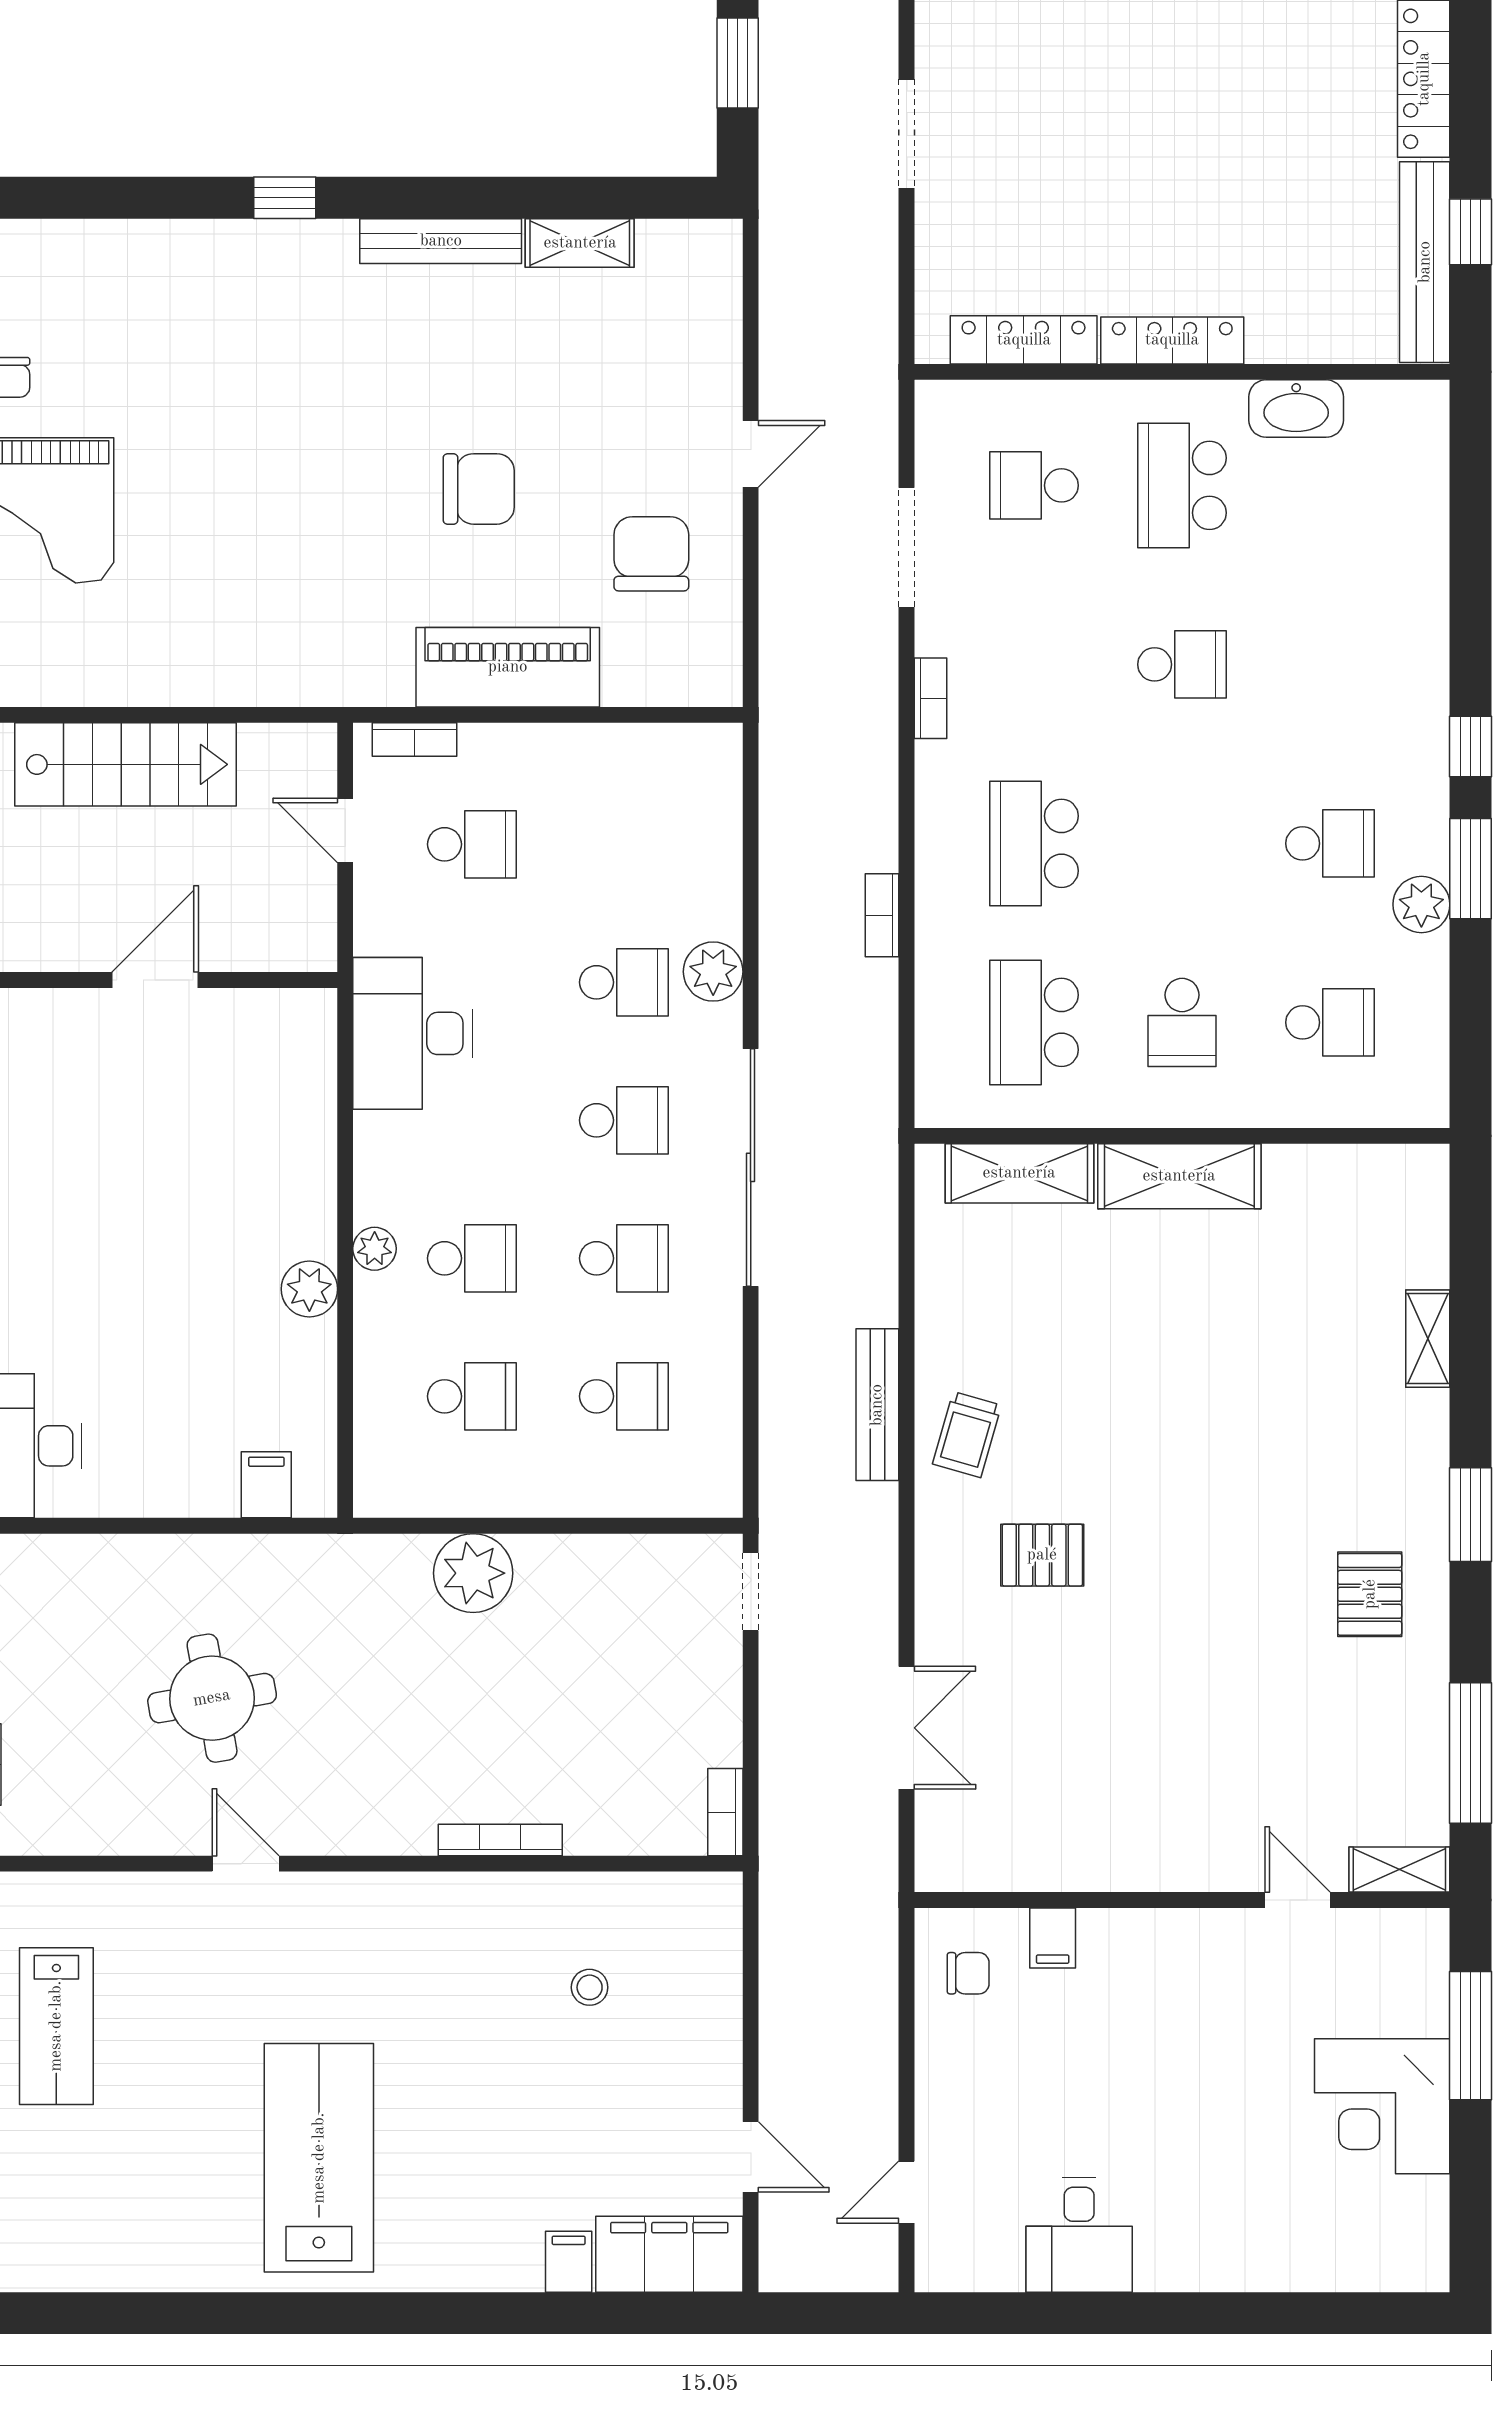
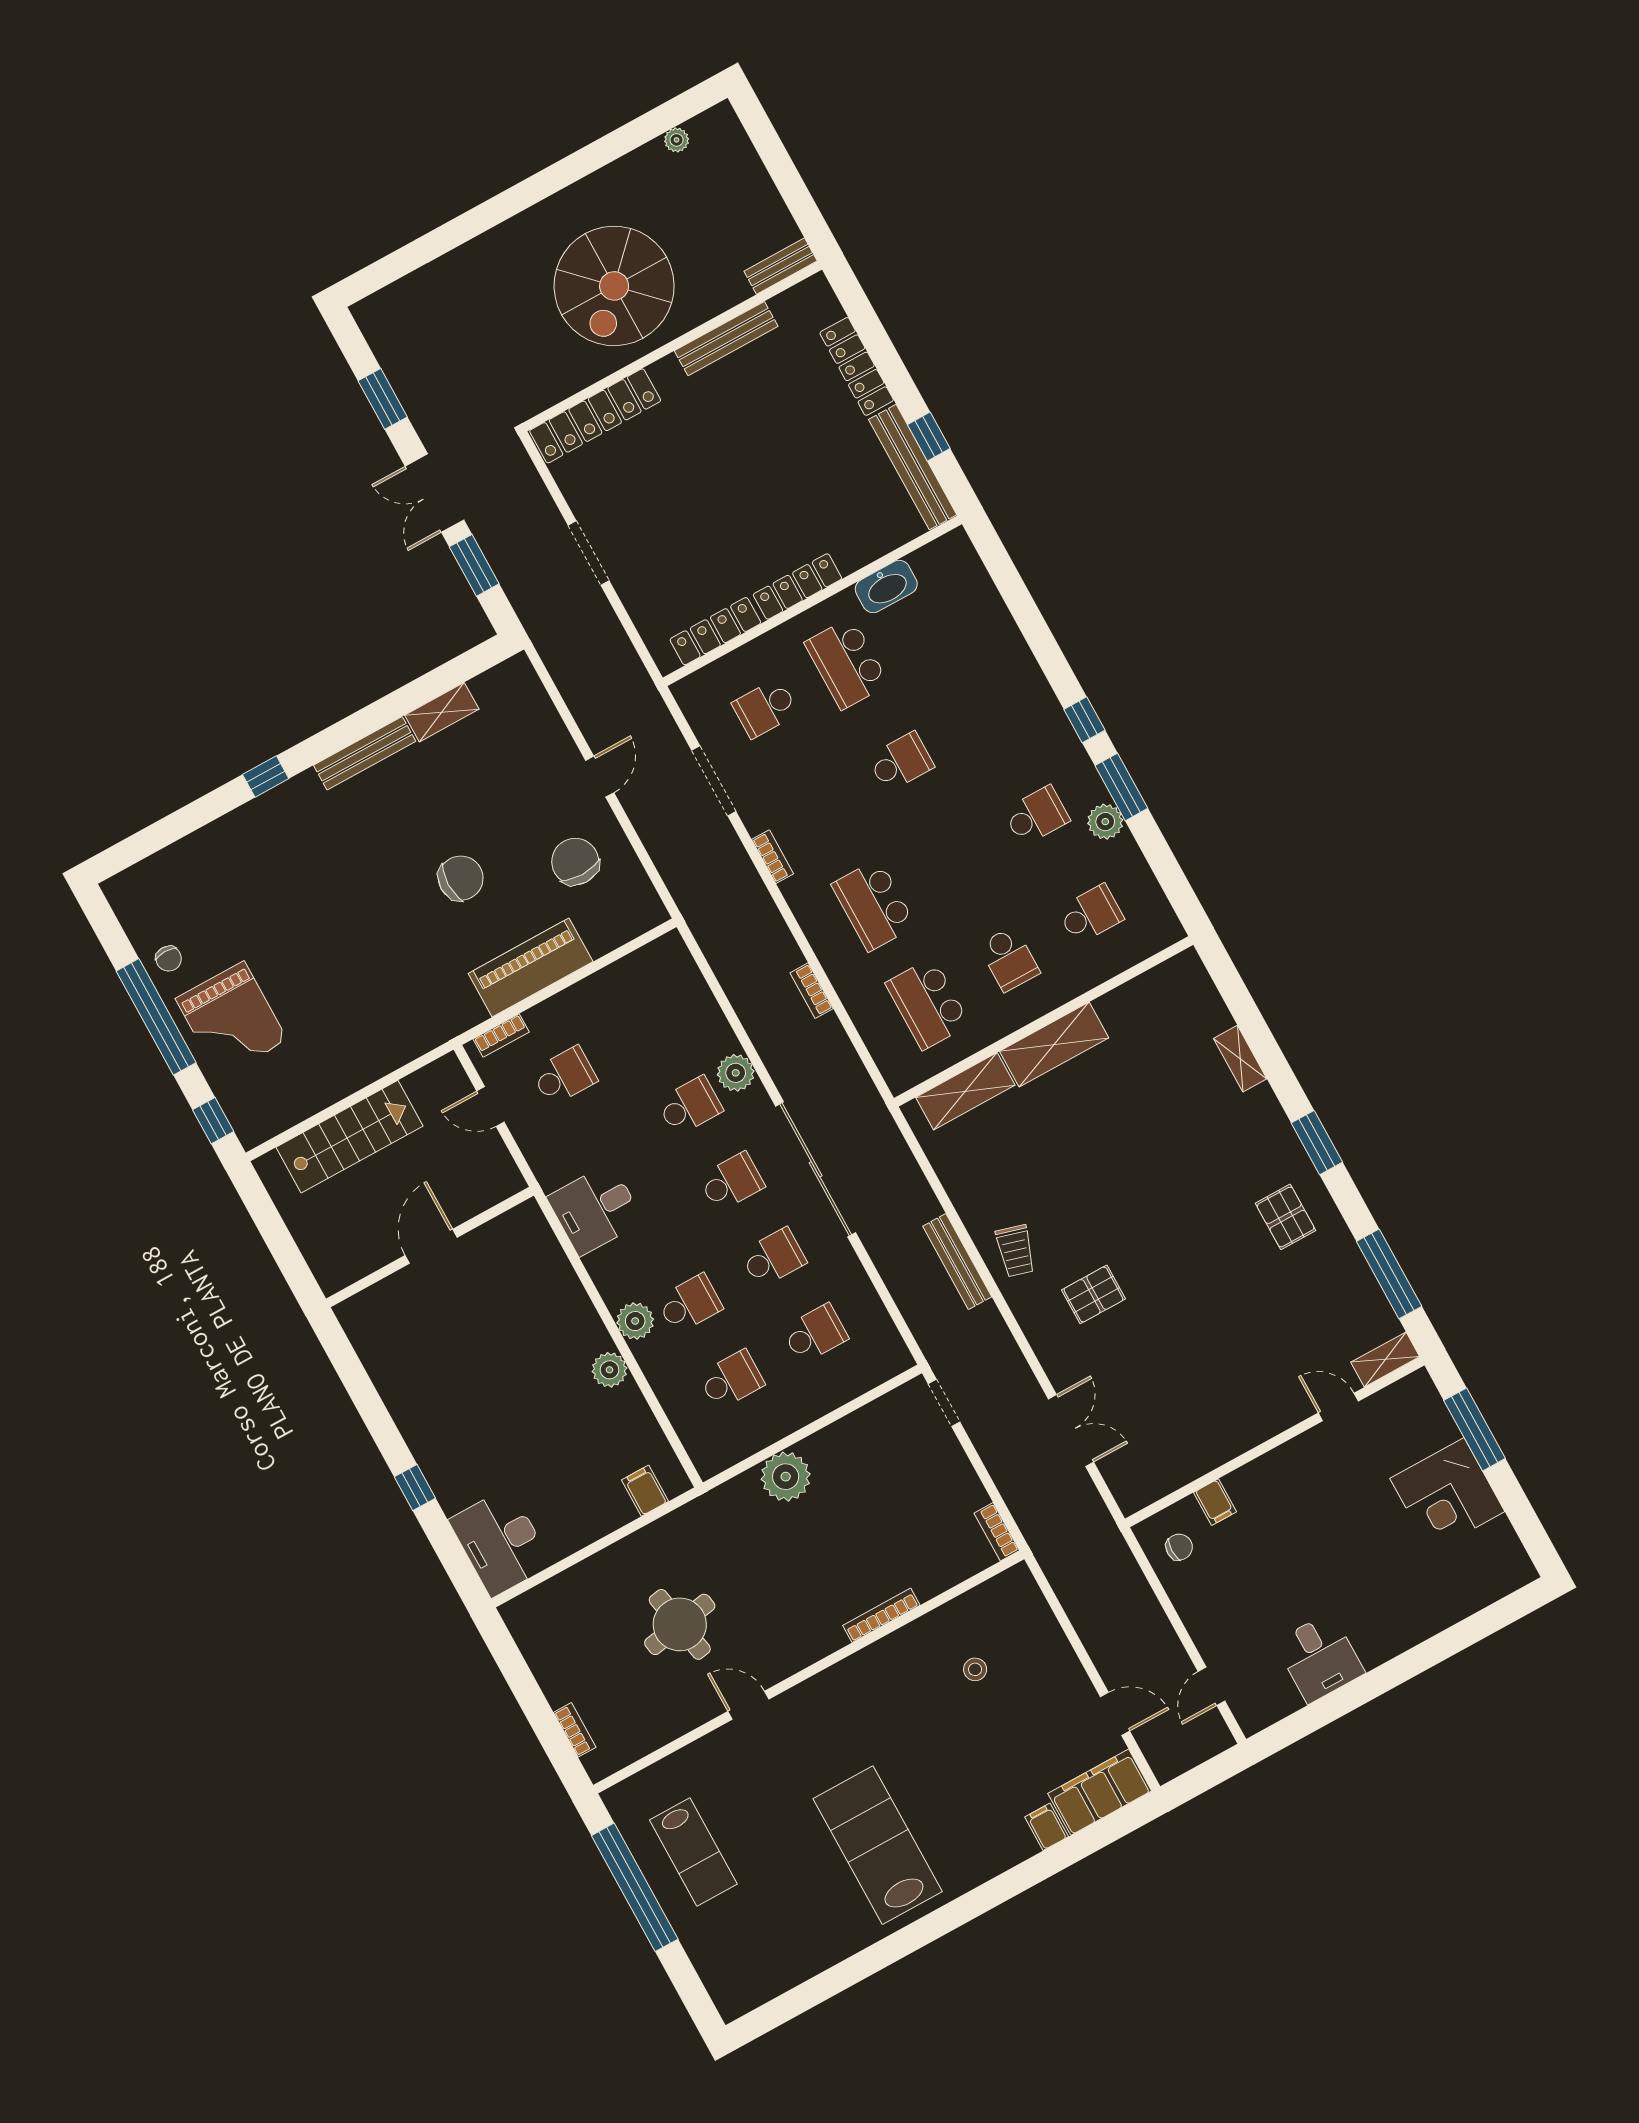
desk: (413, 1033) -> (595, 1209), width x0.73
plant: (375, 1249) -> (635, 1321), width x1.38, depth x1.38

